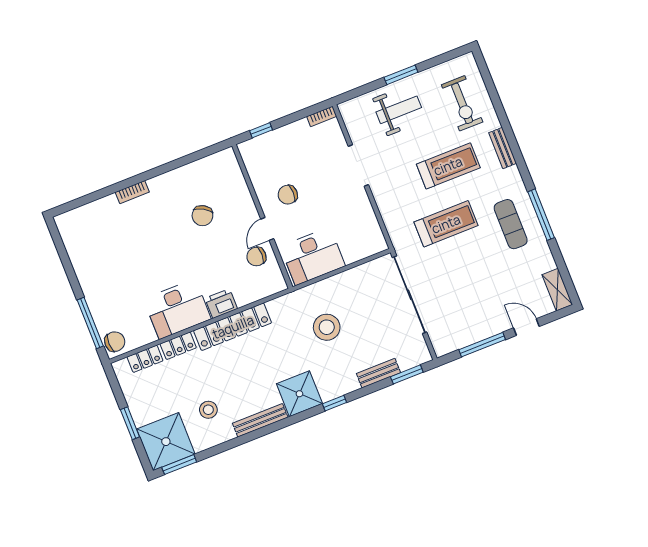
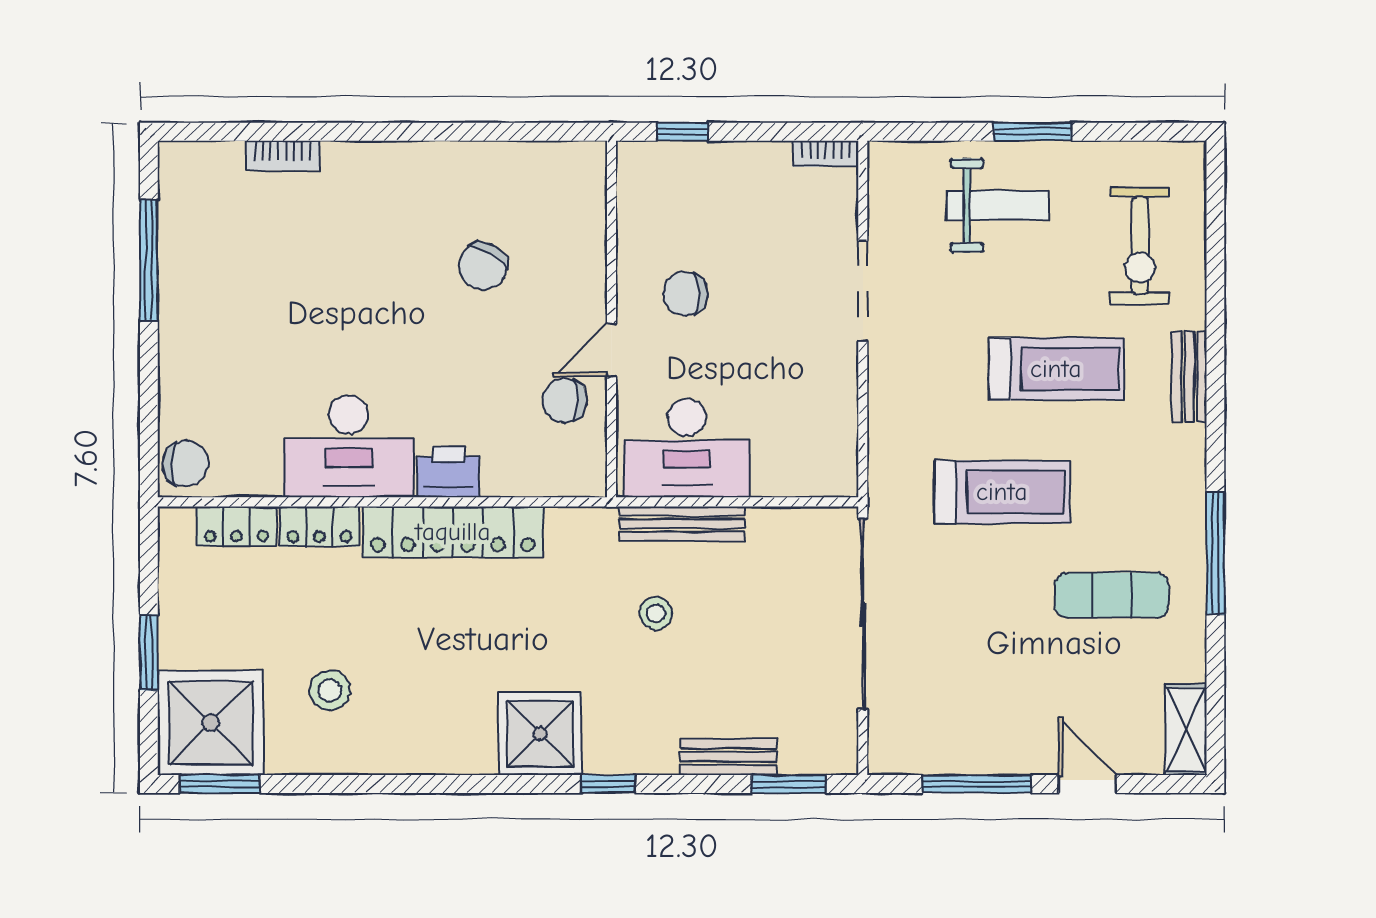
bookcase: (132, 192) -> (283, 155), moved
exercise mat: (511, 224) -> (1112, 595), moved, turned 90
window: (90, 323) -> (149, 260), moved
stool: (327, 327) -> (656, 613), width x0.53, depth x0.53
bench: (260, 420) -> (682, 524), moved

